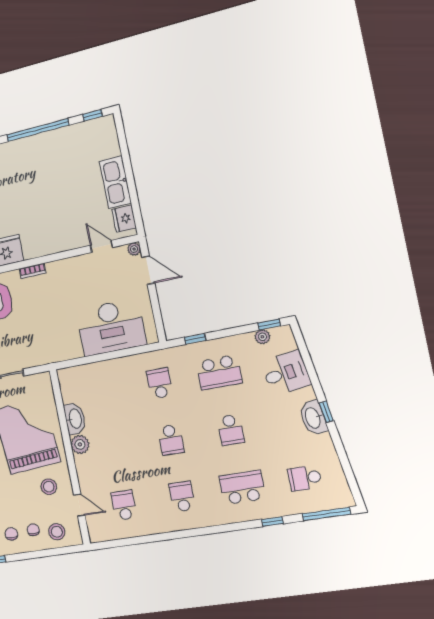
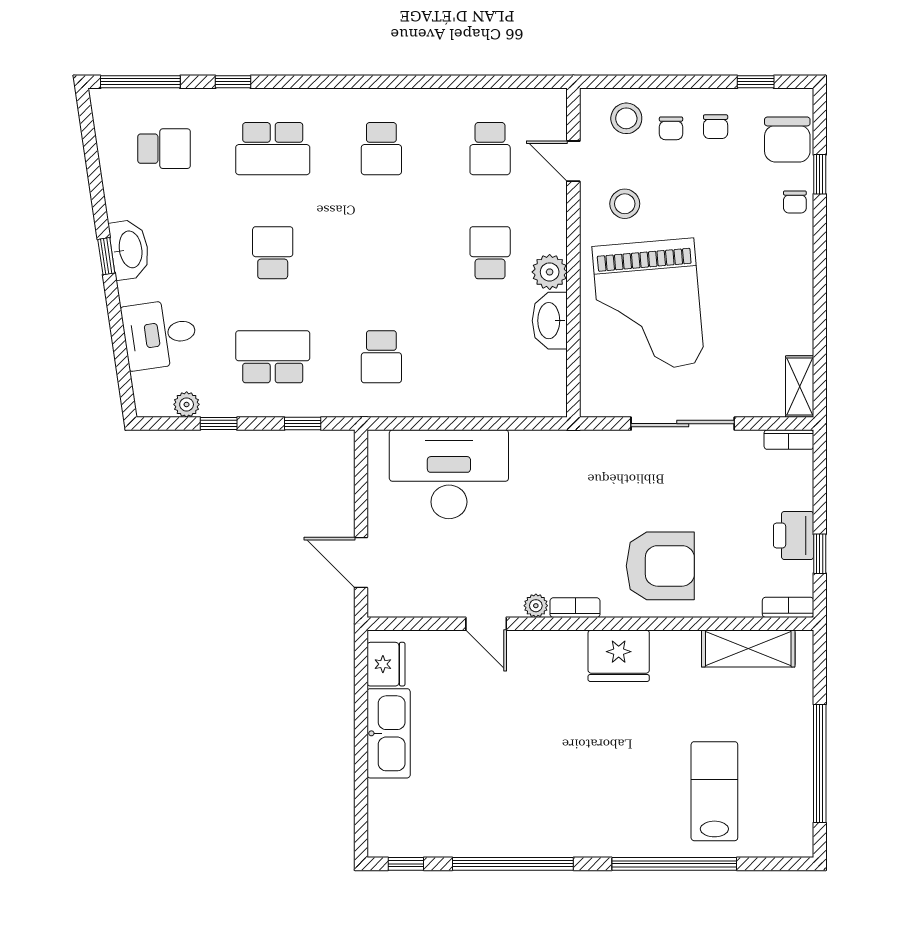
door: (102, 246) -> (486, 624), moved
plant: (134, 249) -> (536, 606), moved
window: (269, 324) -> (219, 424), moved
school desk: (171, 440) -> (490, 253), moved

